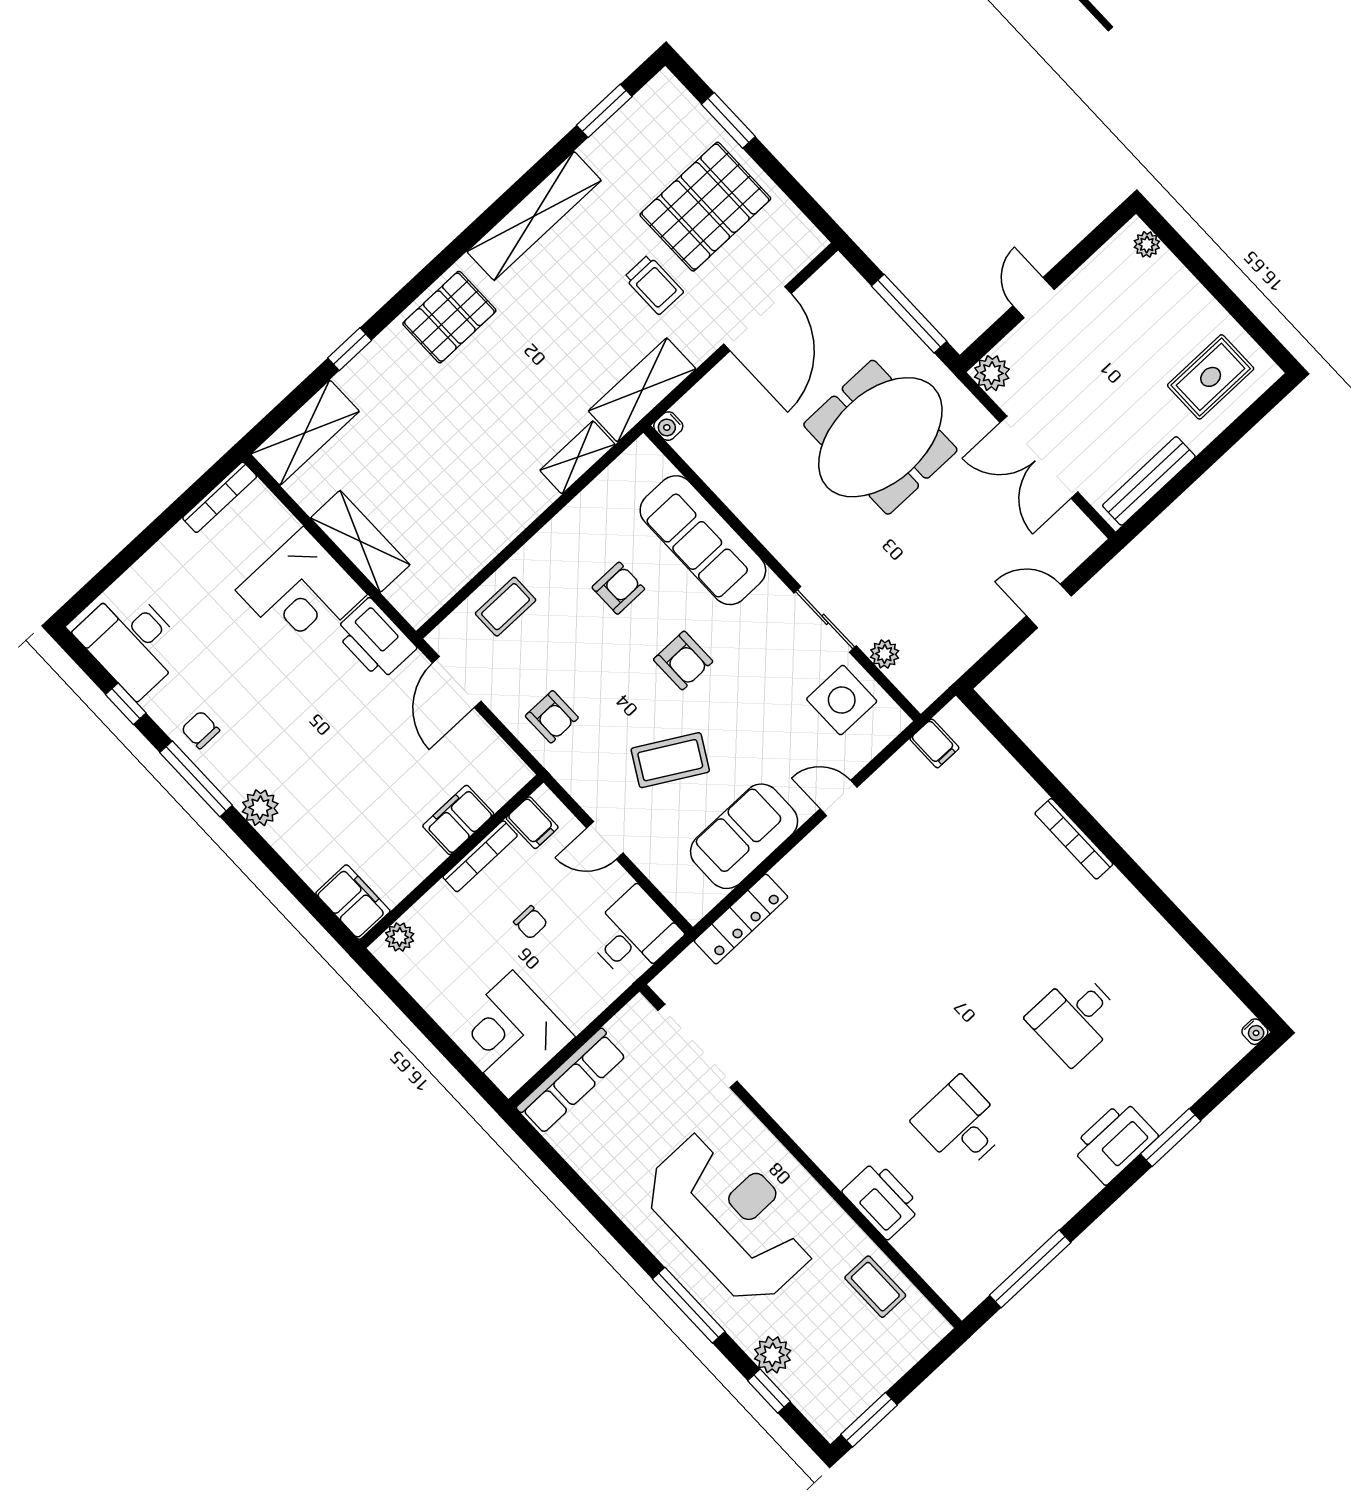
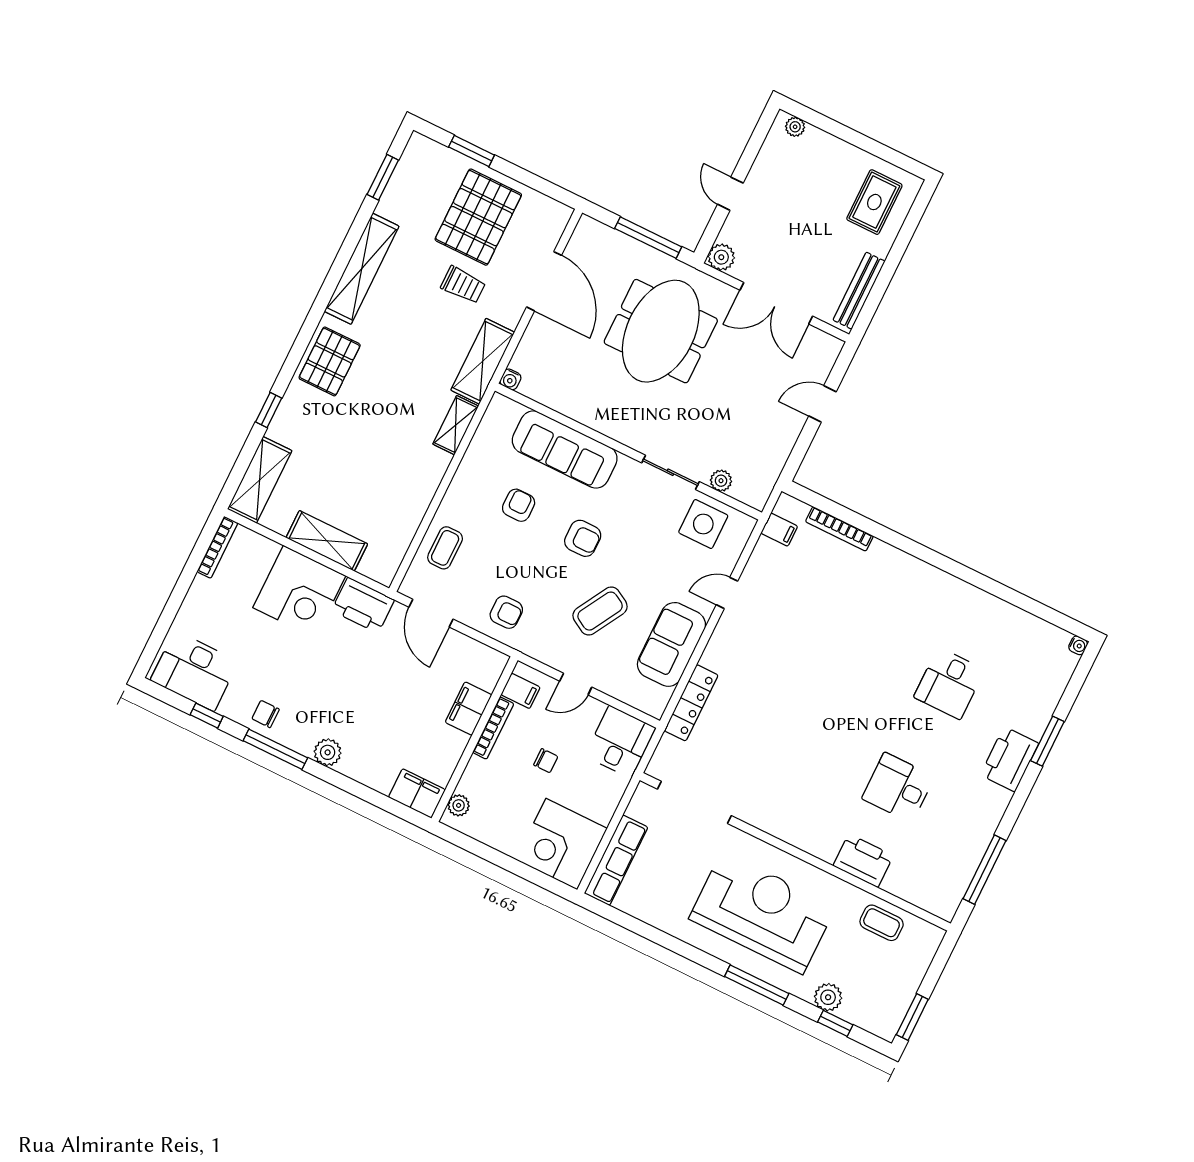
bookcase: (1074, 839) -> (839, 529), moved

